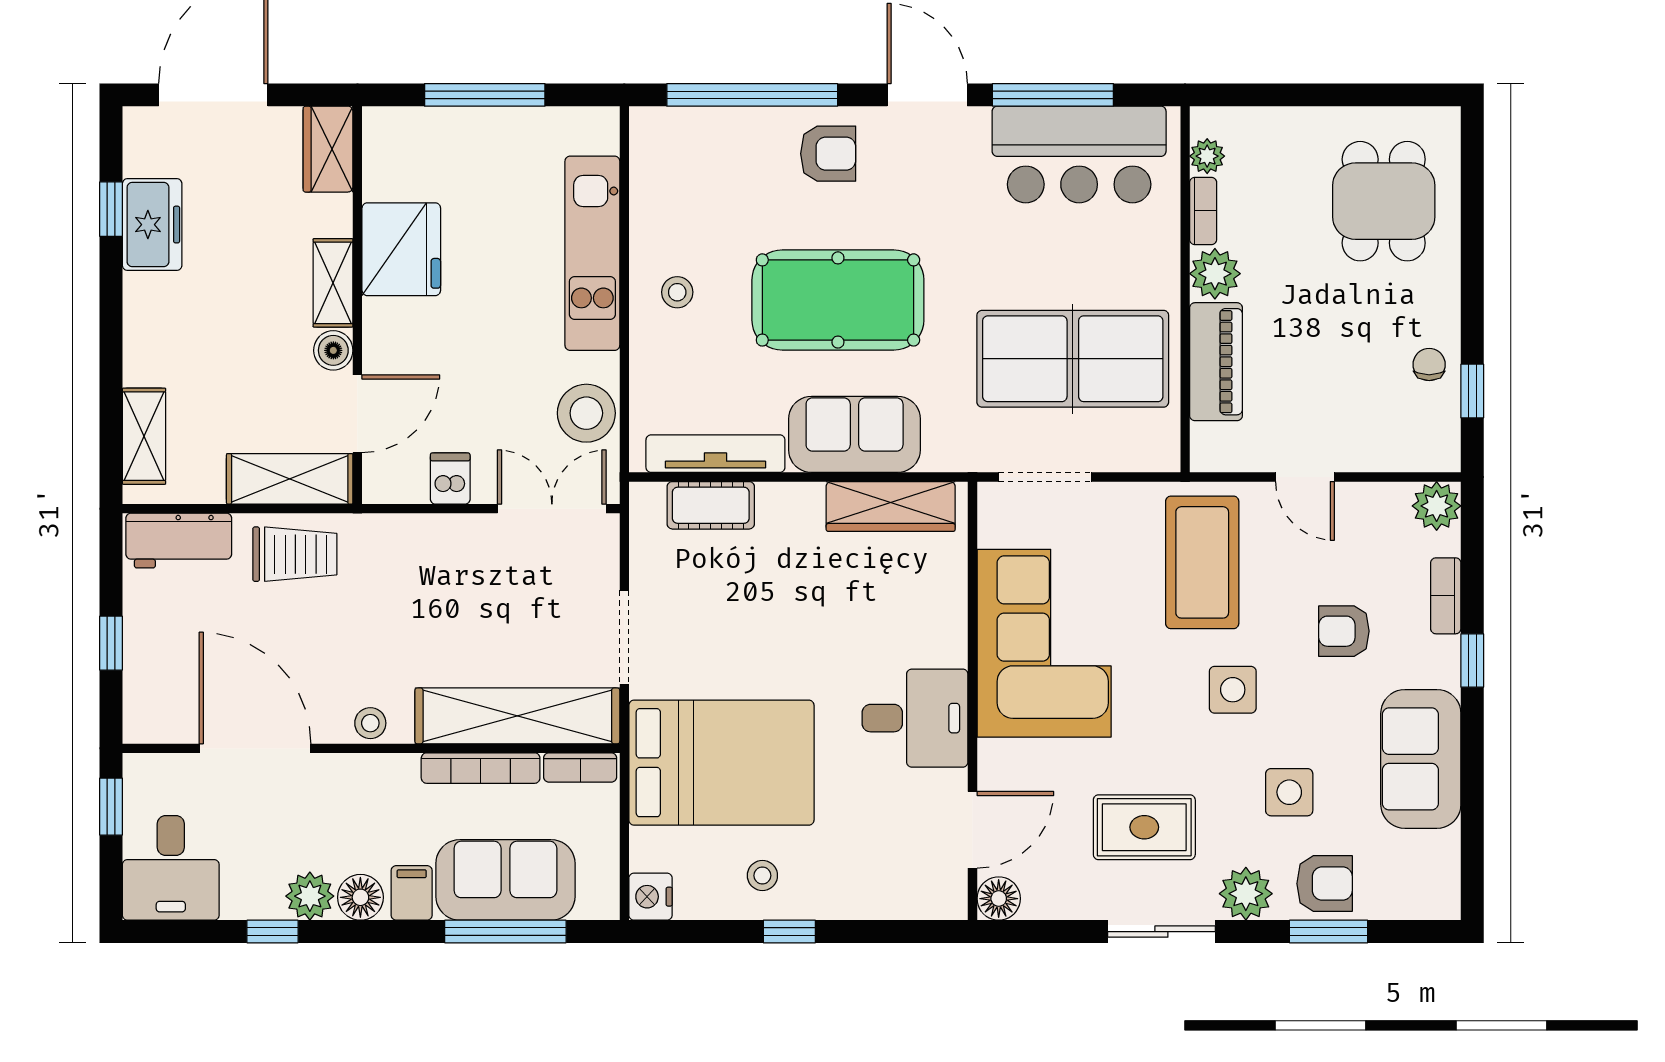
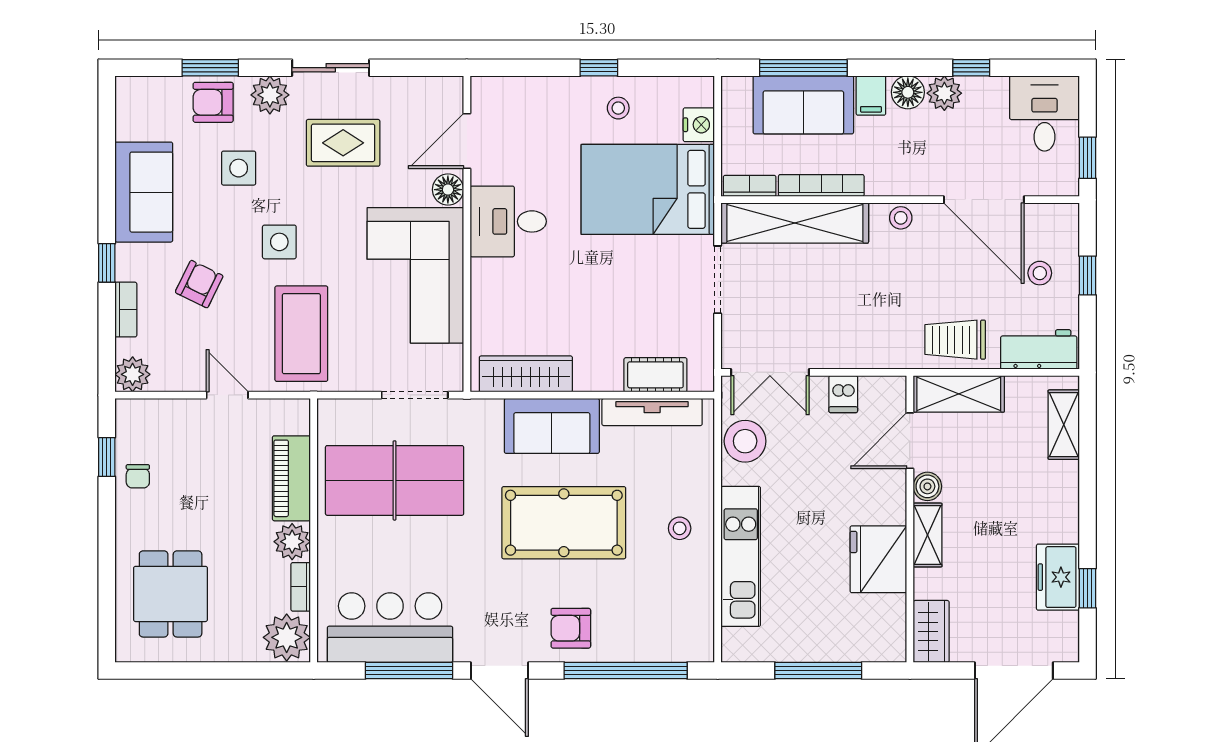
plant: (1207, 156) -> (287, 637), width x1.88, depth x1.88
armchair: (1344, 631) -> (199, 284), turned -64
stool: (177, 646) -> (1040, 273), added
nightstand: (650, 897) -> (699, 125), moved
floor lamp: (999, 899) -> (448, 190), moved

